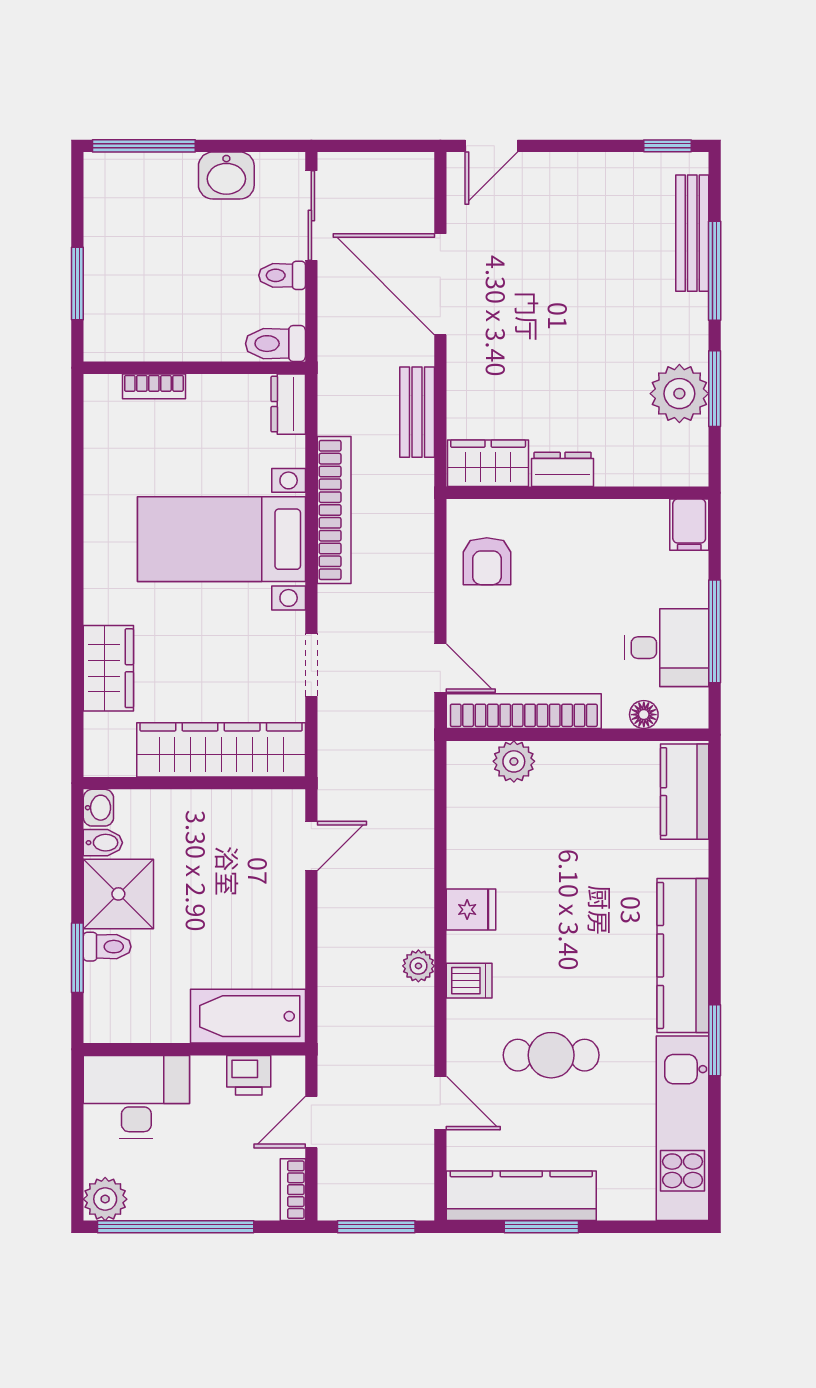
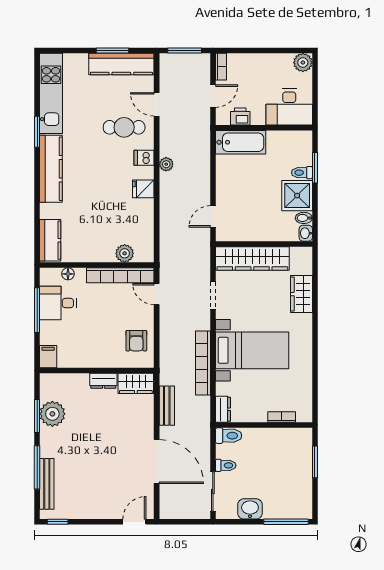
armchair: (487, 561) -> (136, 341), turned 180
cafe table: (551, 1055) -> (124, 127), moved
window: (176, 1227) -> (272, 50), removed

